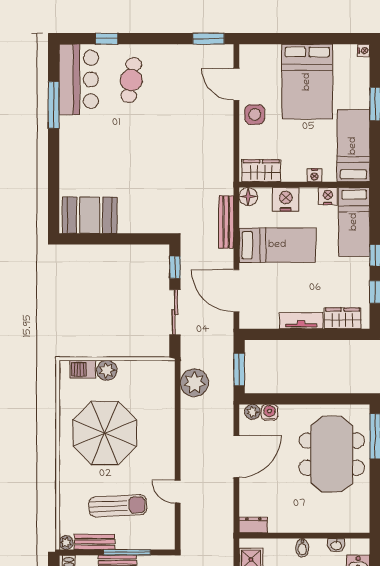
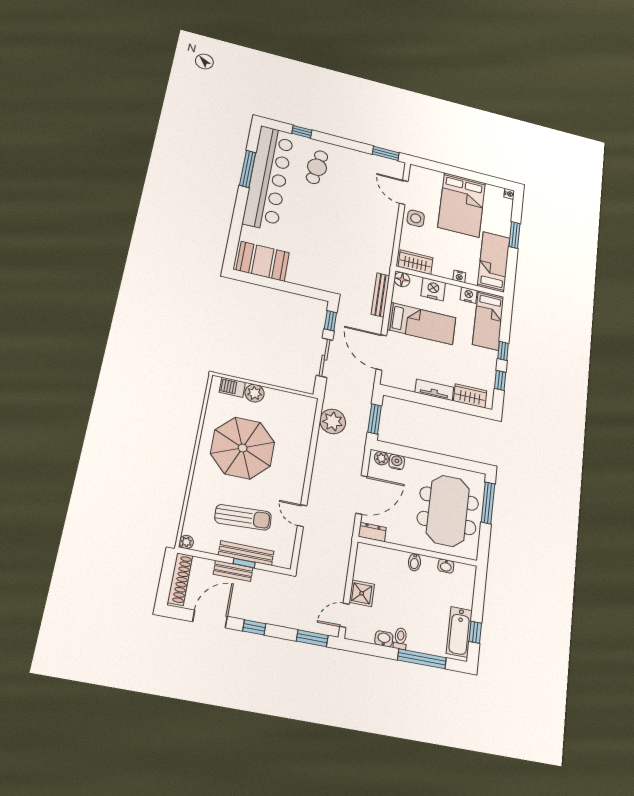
bar counter: (79, 79) -> (268, 178), width x1.86
dresser: (253, 525) -> (372, 532), moved
wall: (304, 536) -> (418, 551), moved
bench: (95, 542) -> (246, 553), moved, width x1.36
washbasin: (336, 545) -> (446, 566), moved
bidet: (302, 548) -> (414, 562), moved
window: (127, 552) -> (244, 563), width x0.46

